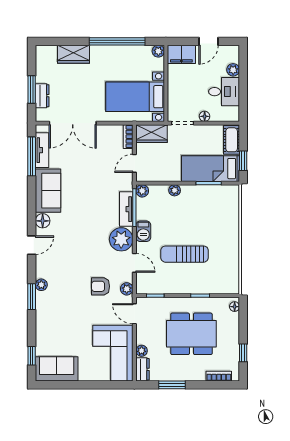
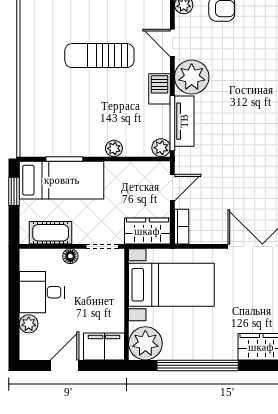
plant: (158, 51) -> (145, 343), width x1.87, depth x1.87
cot: (232, 140) -> (51, 233), moved, turned 90
sun lounger: (185, 254) -> (99, 56), turned 180

